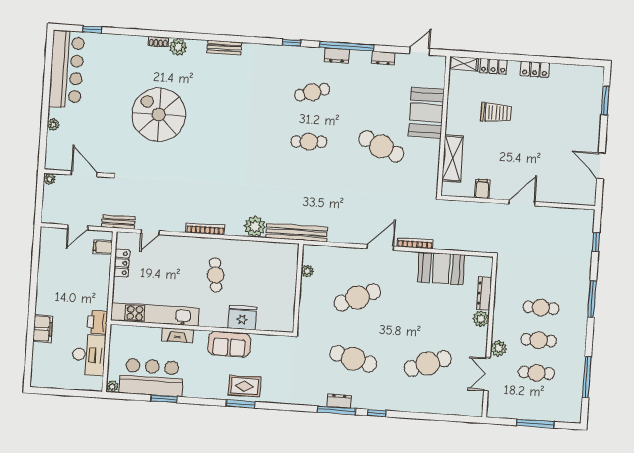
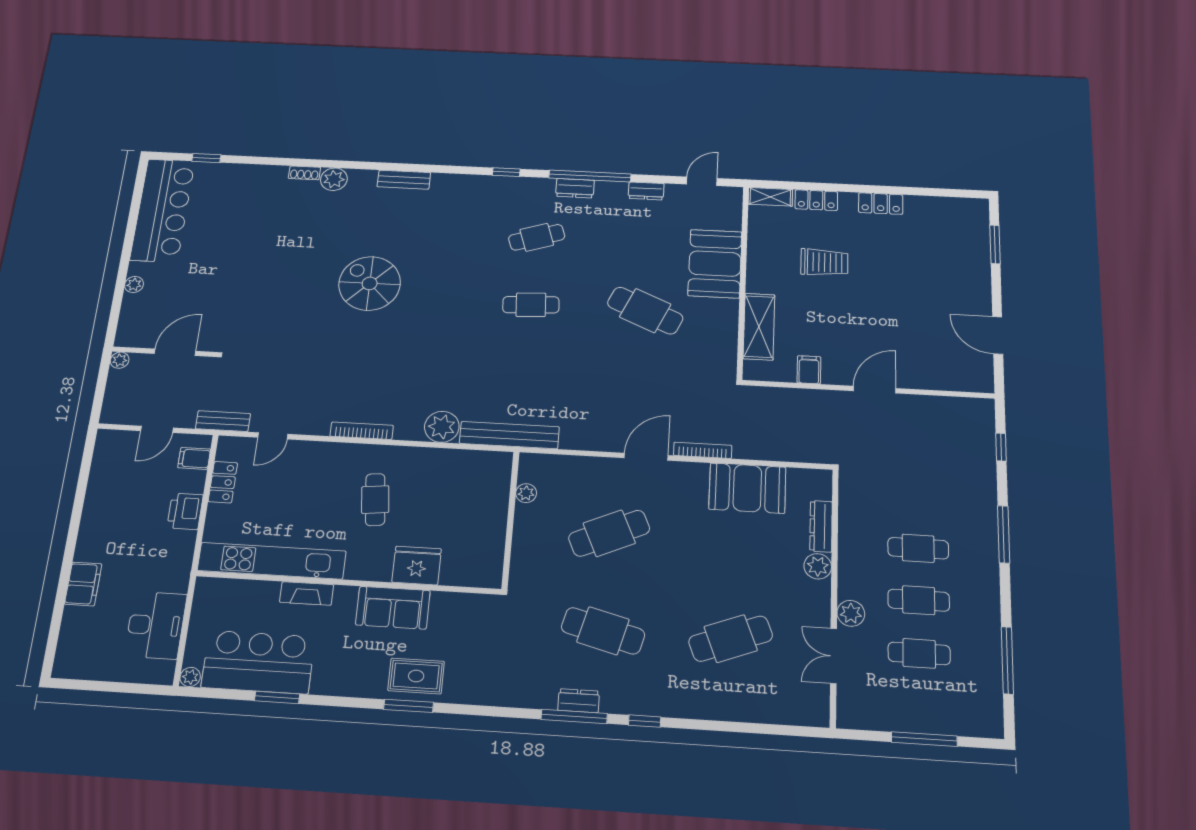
spiral stairs: (159, 115) -> (370, 283), moved, width x0.73, depth x0.73
door: (84, 174) -> (175, 352), hinge flipped
printer: (97, 322) -> (185, 511), moved

